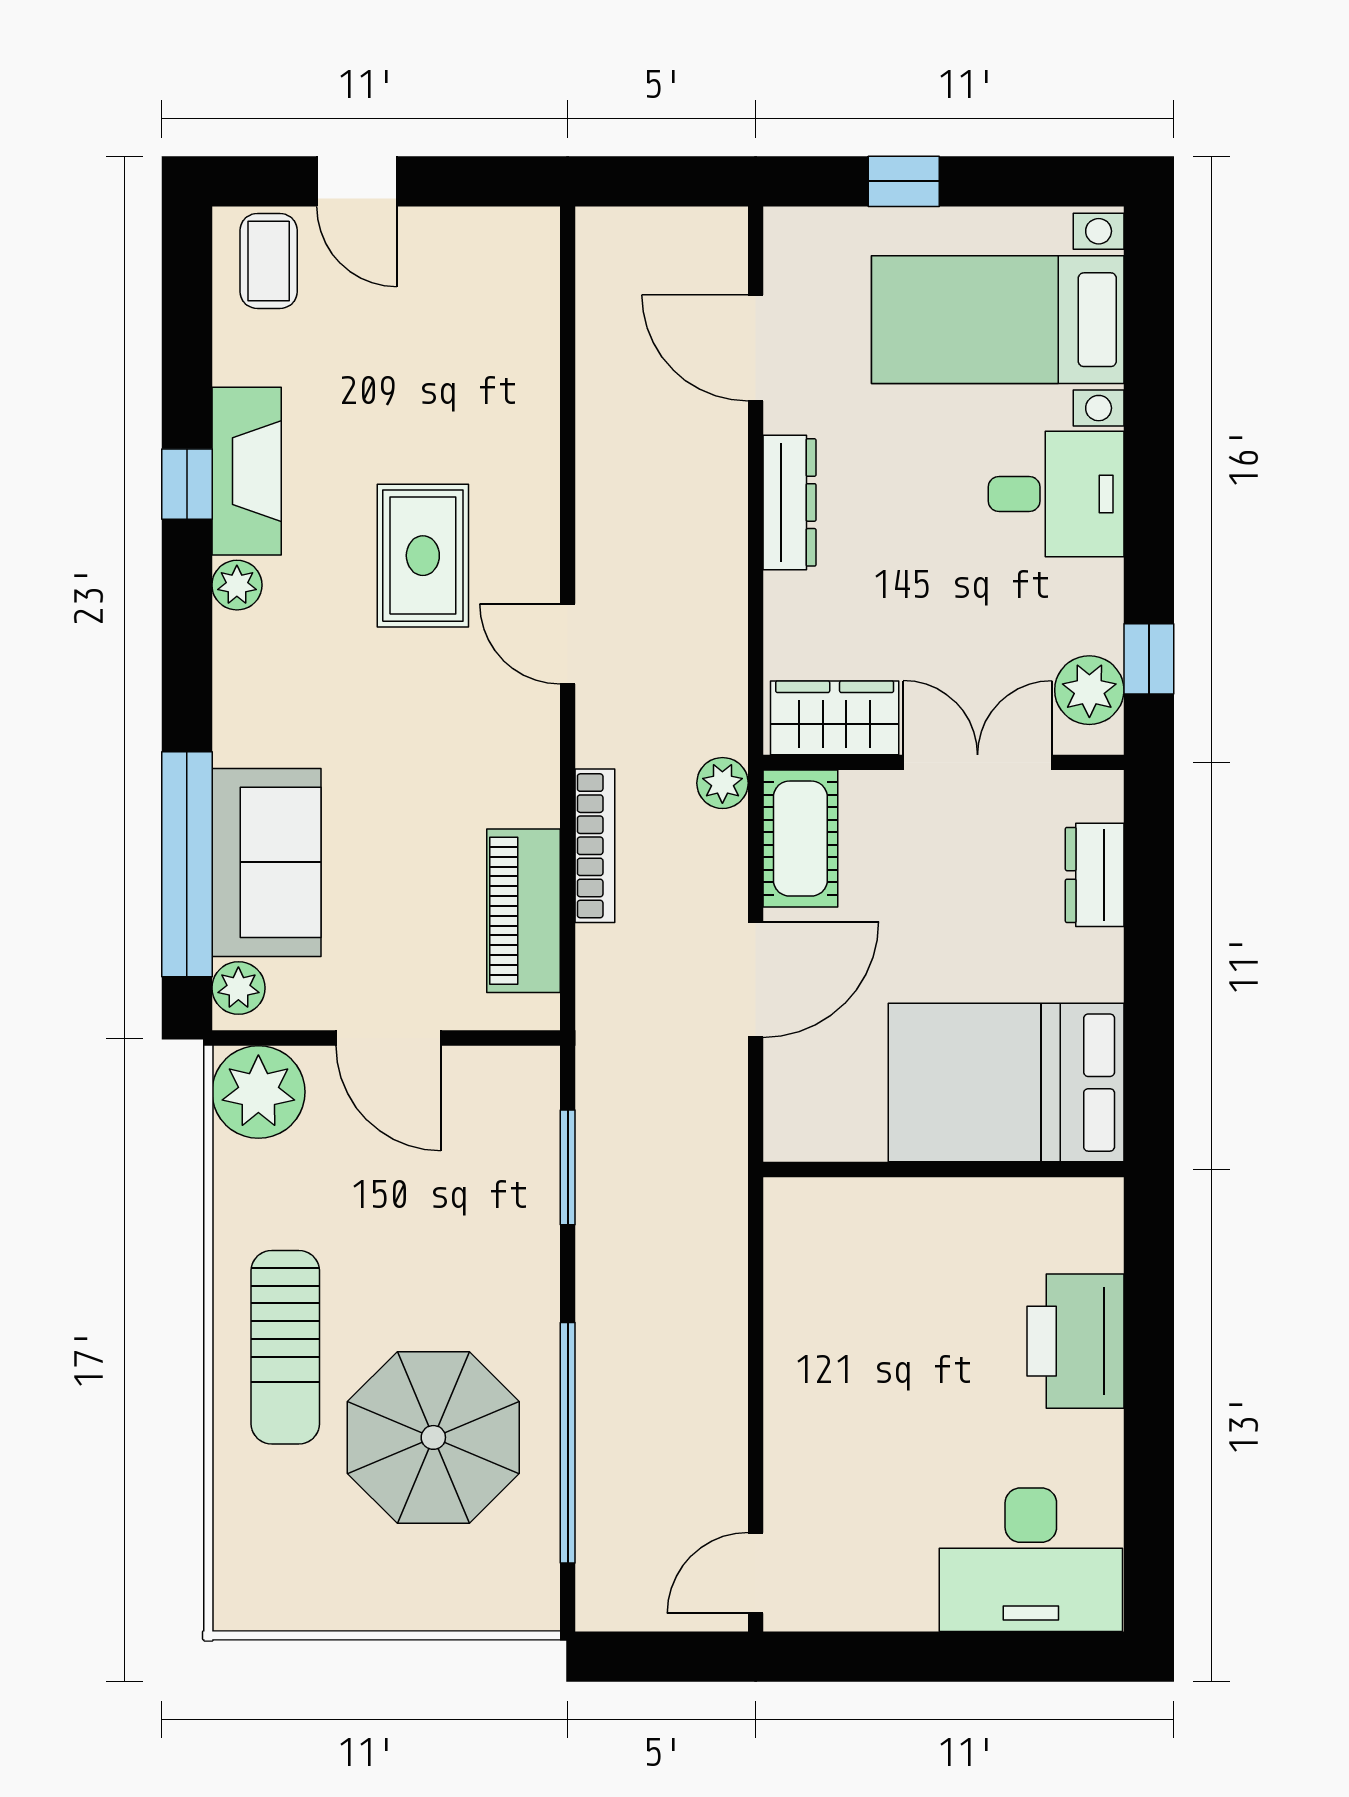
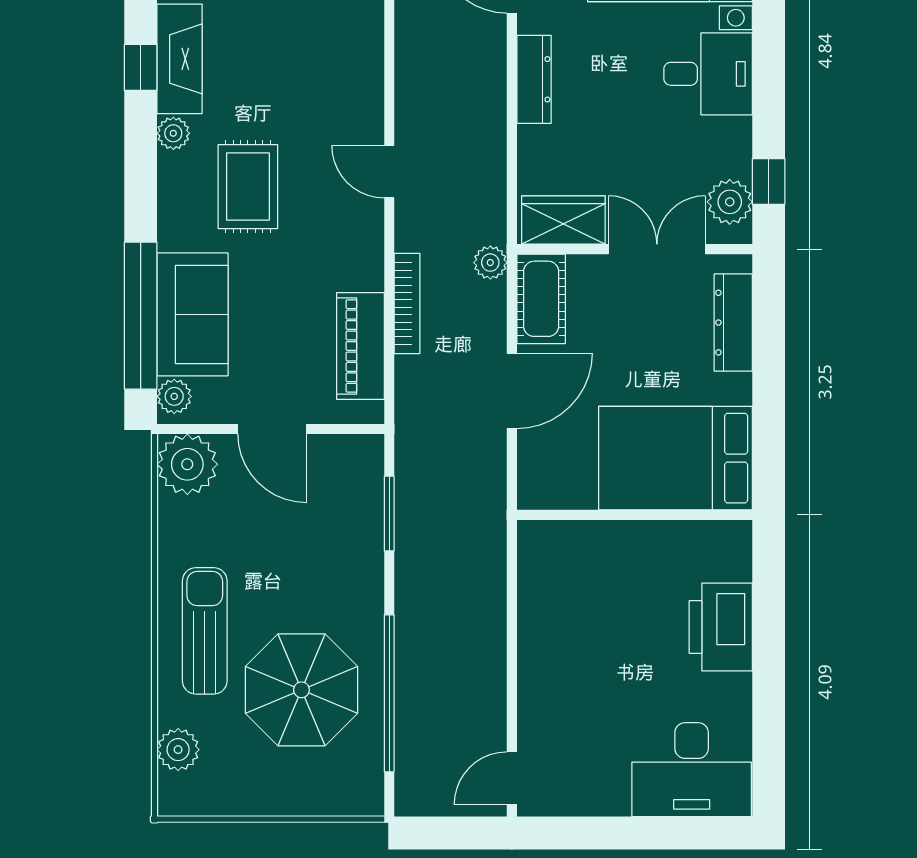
rug: (423, 556) -> (248, 187), moved
dresser: (1095, 875) -> (733, 323), width x1.44
sun lounger: (285, 1347) -> (205, 631), turned 180
plant: (244, 1529) -> (178, 750), added

